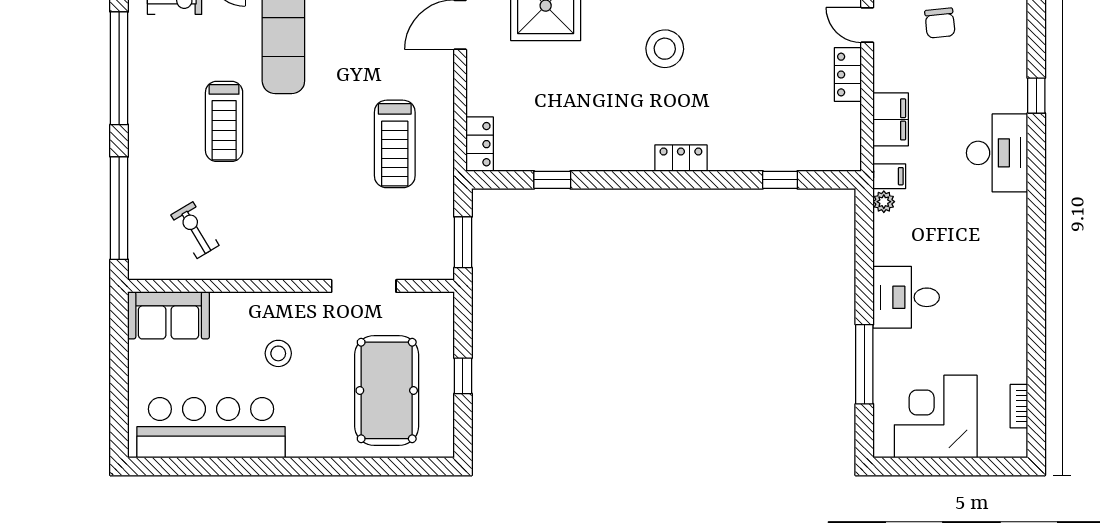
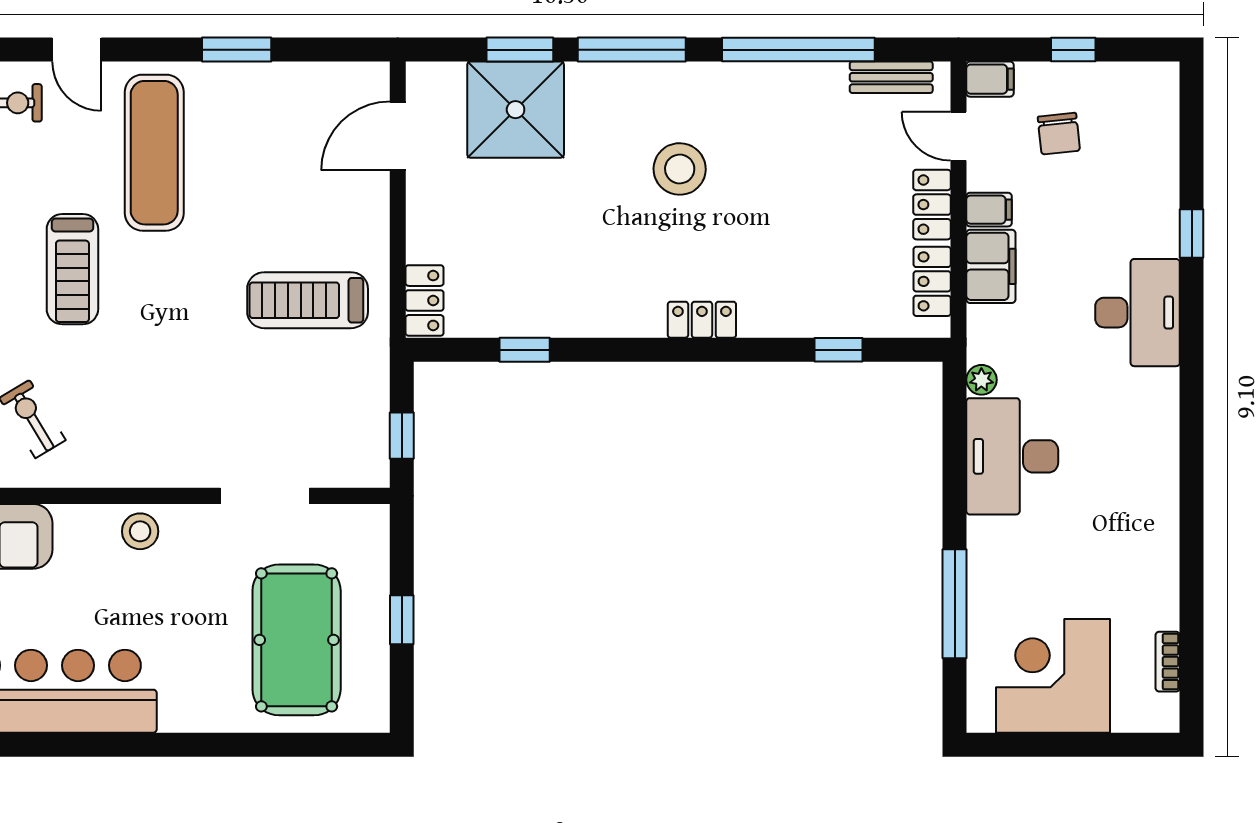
locker: (848, 130) -> (932, 281), added
treadmill: (395, 144) -> (308, 300), turned 90
filing cabinet: (889, 176) -> (989, 210), moved
window: (463, 242) -> (402, 436), width x0.67
desk: (906, 297) -> (1012, 456), moved, width x1.37
stool: (278, 353) -> (140, 531), moved

